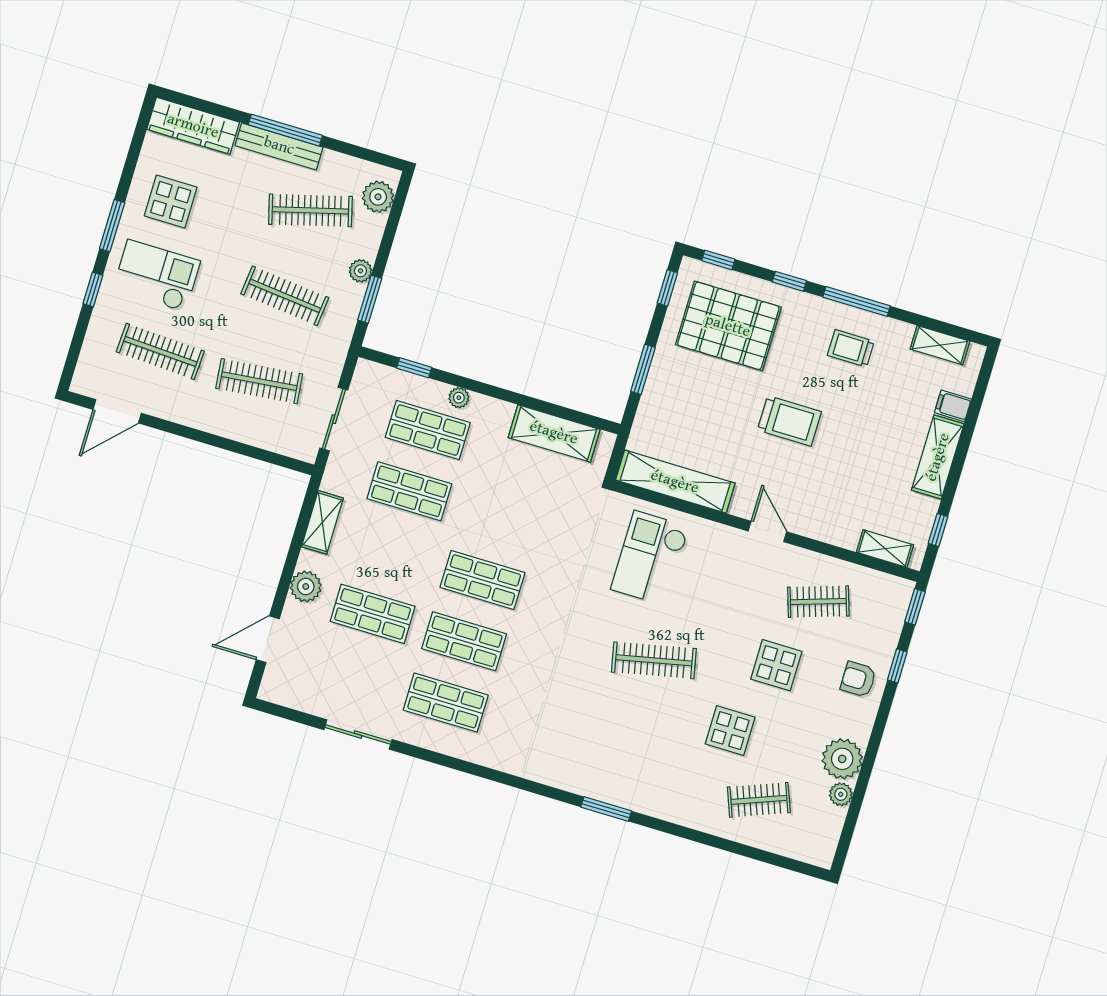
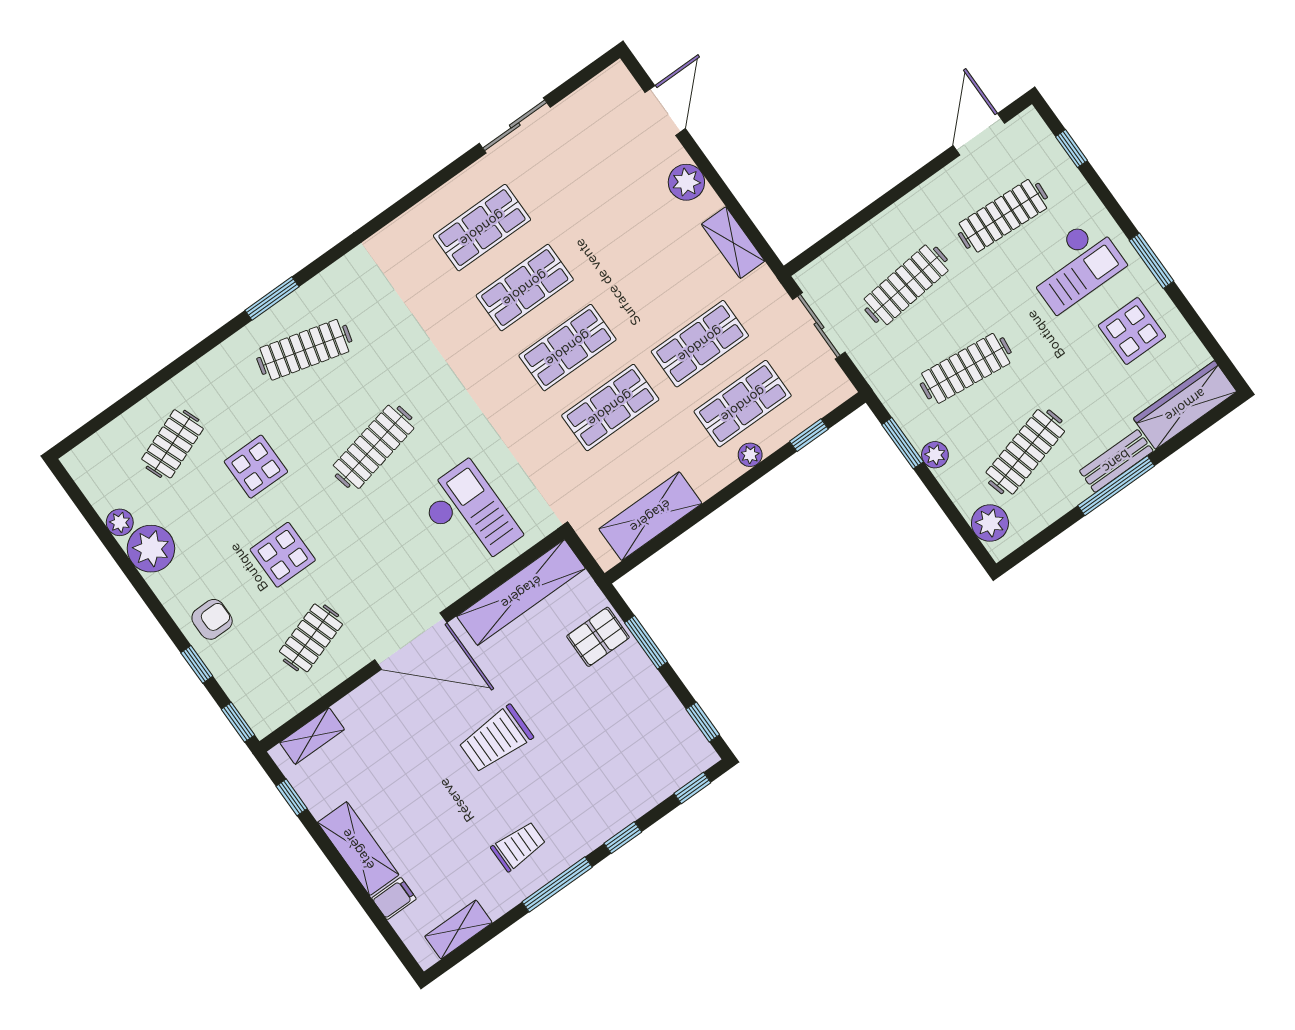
bench: (279, 146) -> (1116, 461), width x0.73
window: (93, 289) -> (1071, 149), moved
pallet: (728, 326) -> (598, 637), moved, width x0.49, depth x0.50
door: (767, 531) -> (411, 641), width x1.87
shop shelf: (373, 614) -> (610, 408), moved
clothes rail: (624, 759) -> (304, 350), added

